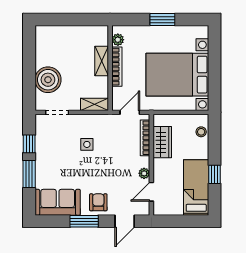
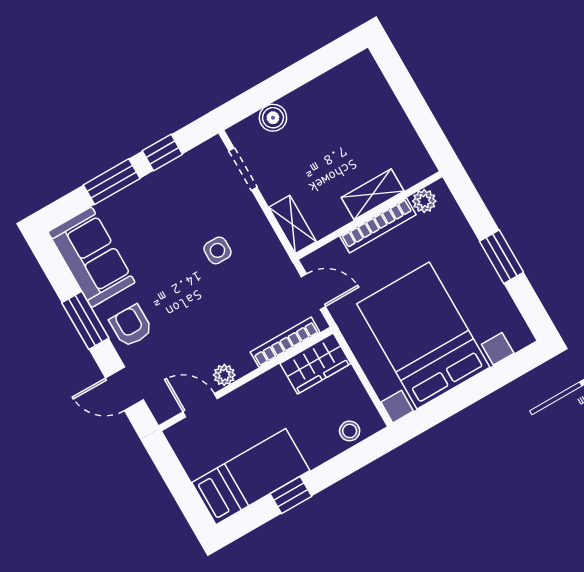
boiler: (48, 80) -> (273, 118), width x0.54, depth x0.54
wardrobe: (162, 142) -> (315, 364), moved
armchair: (98, 202) -> (131, 326), turned -90

